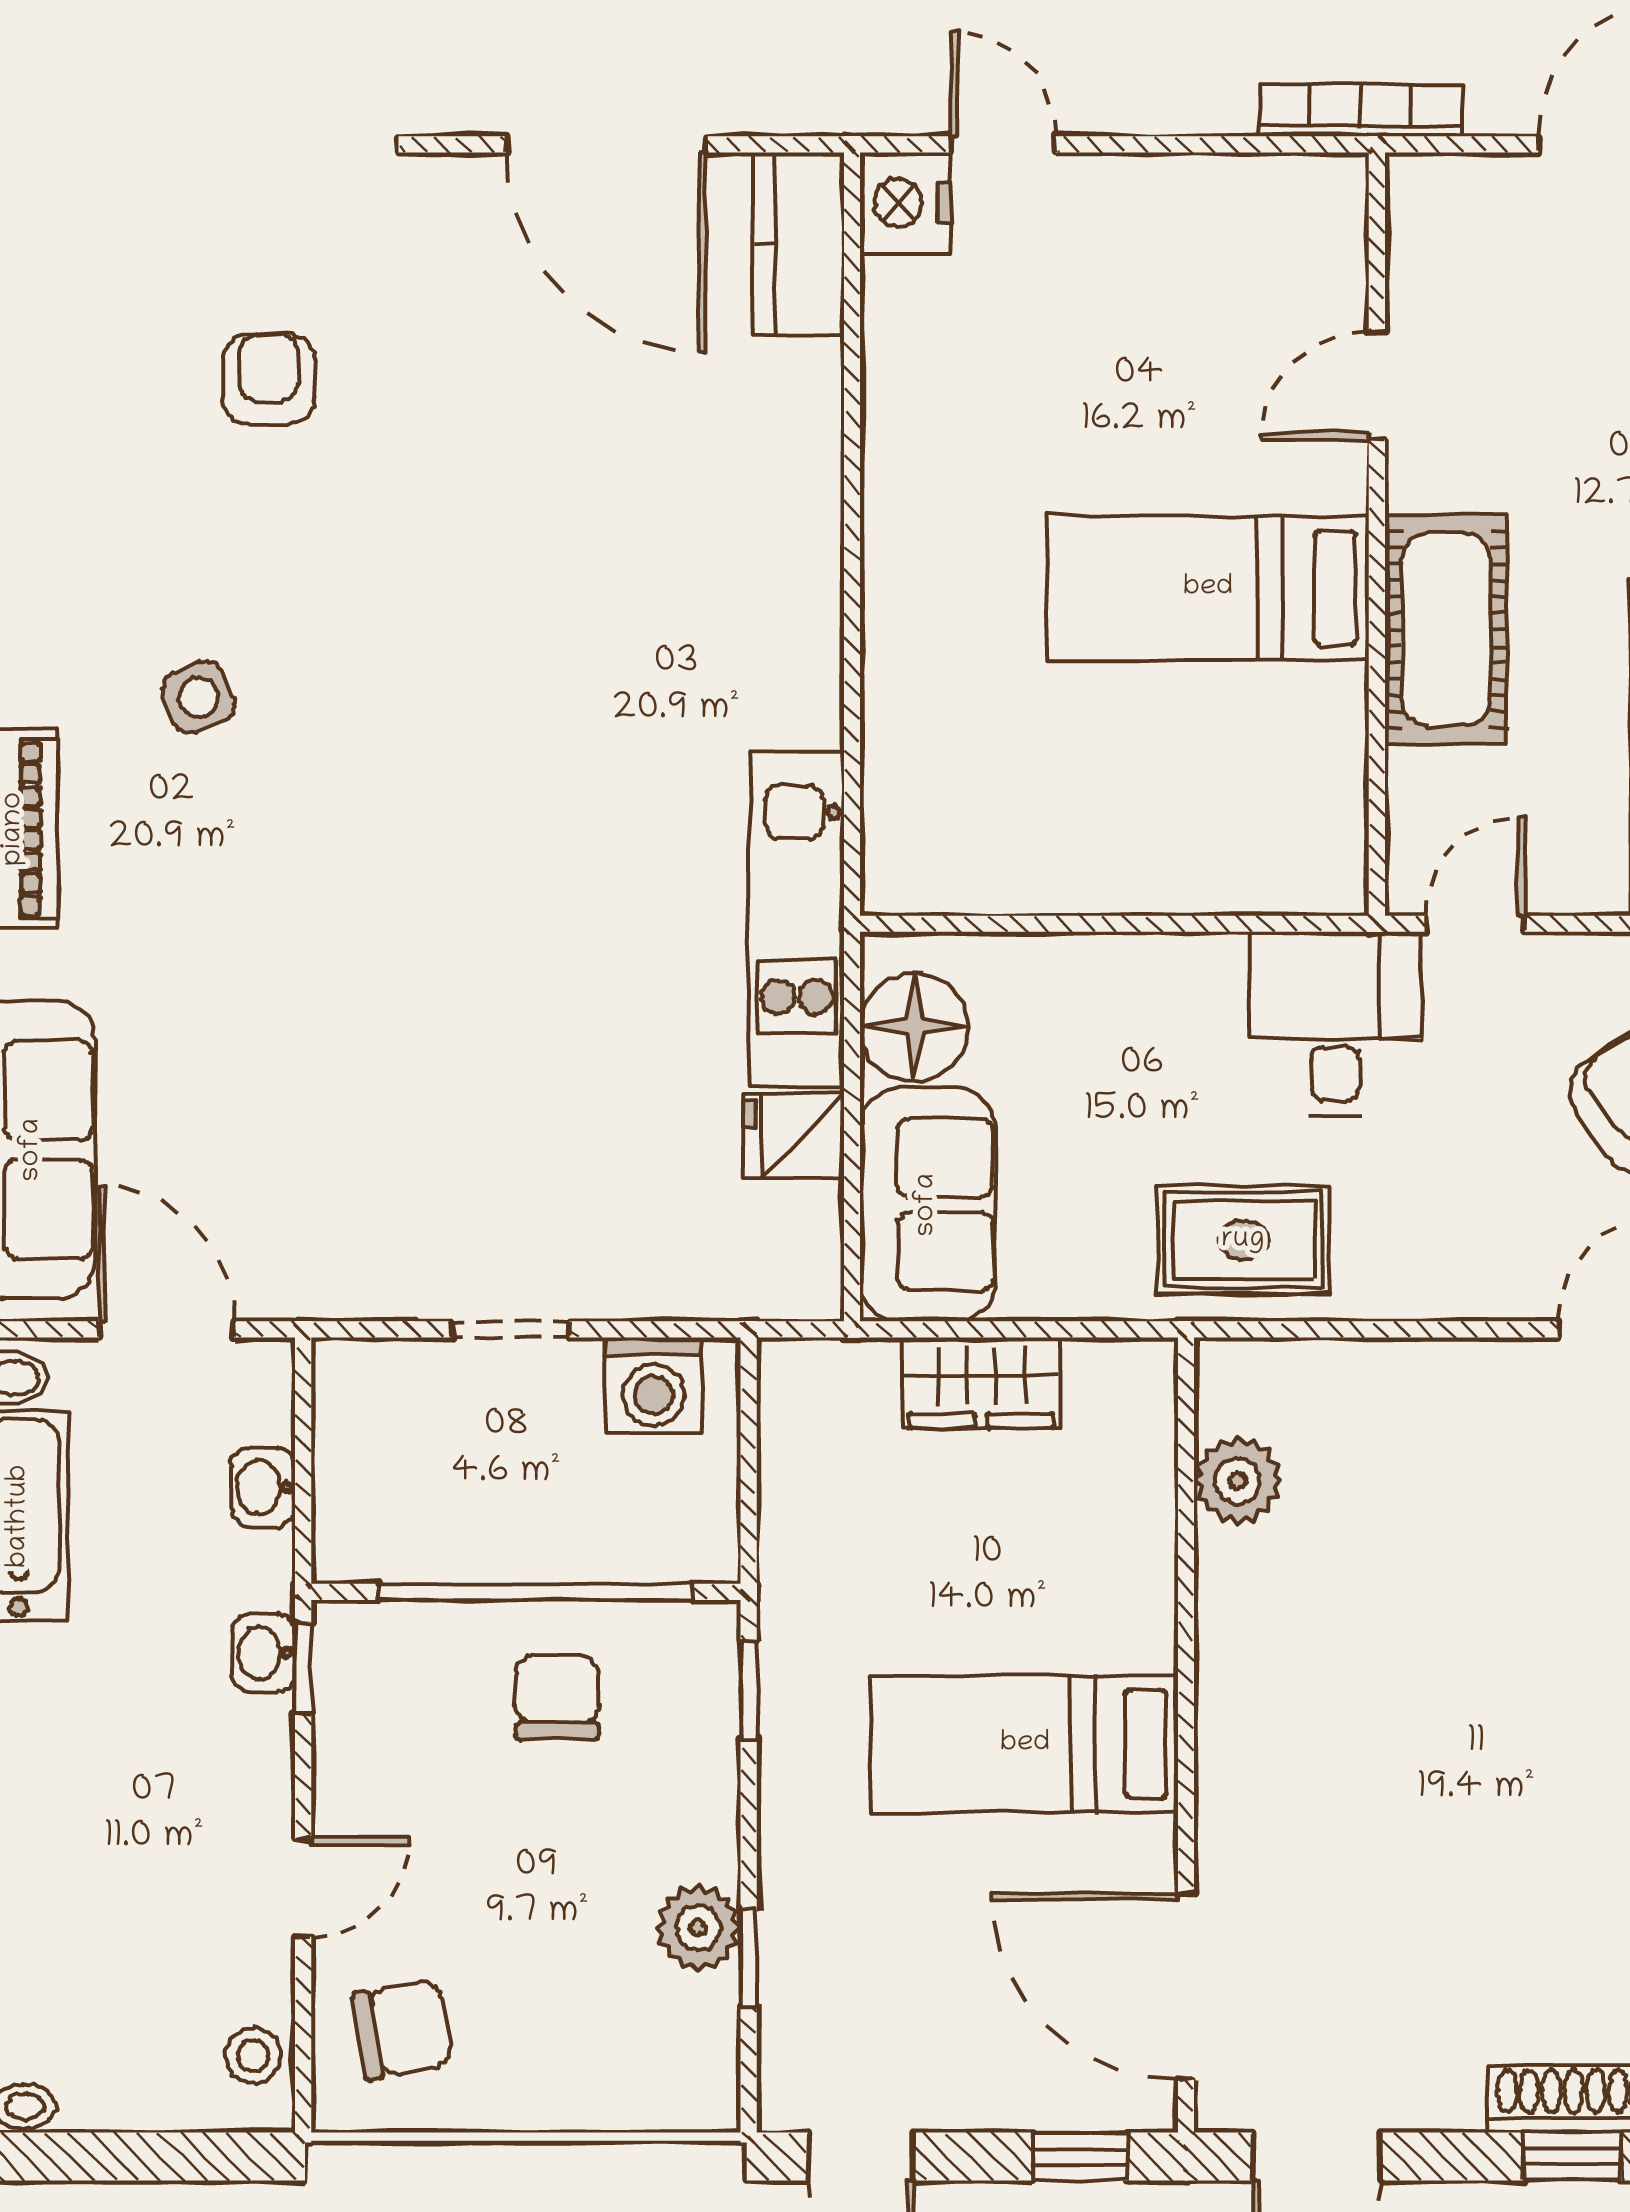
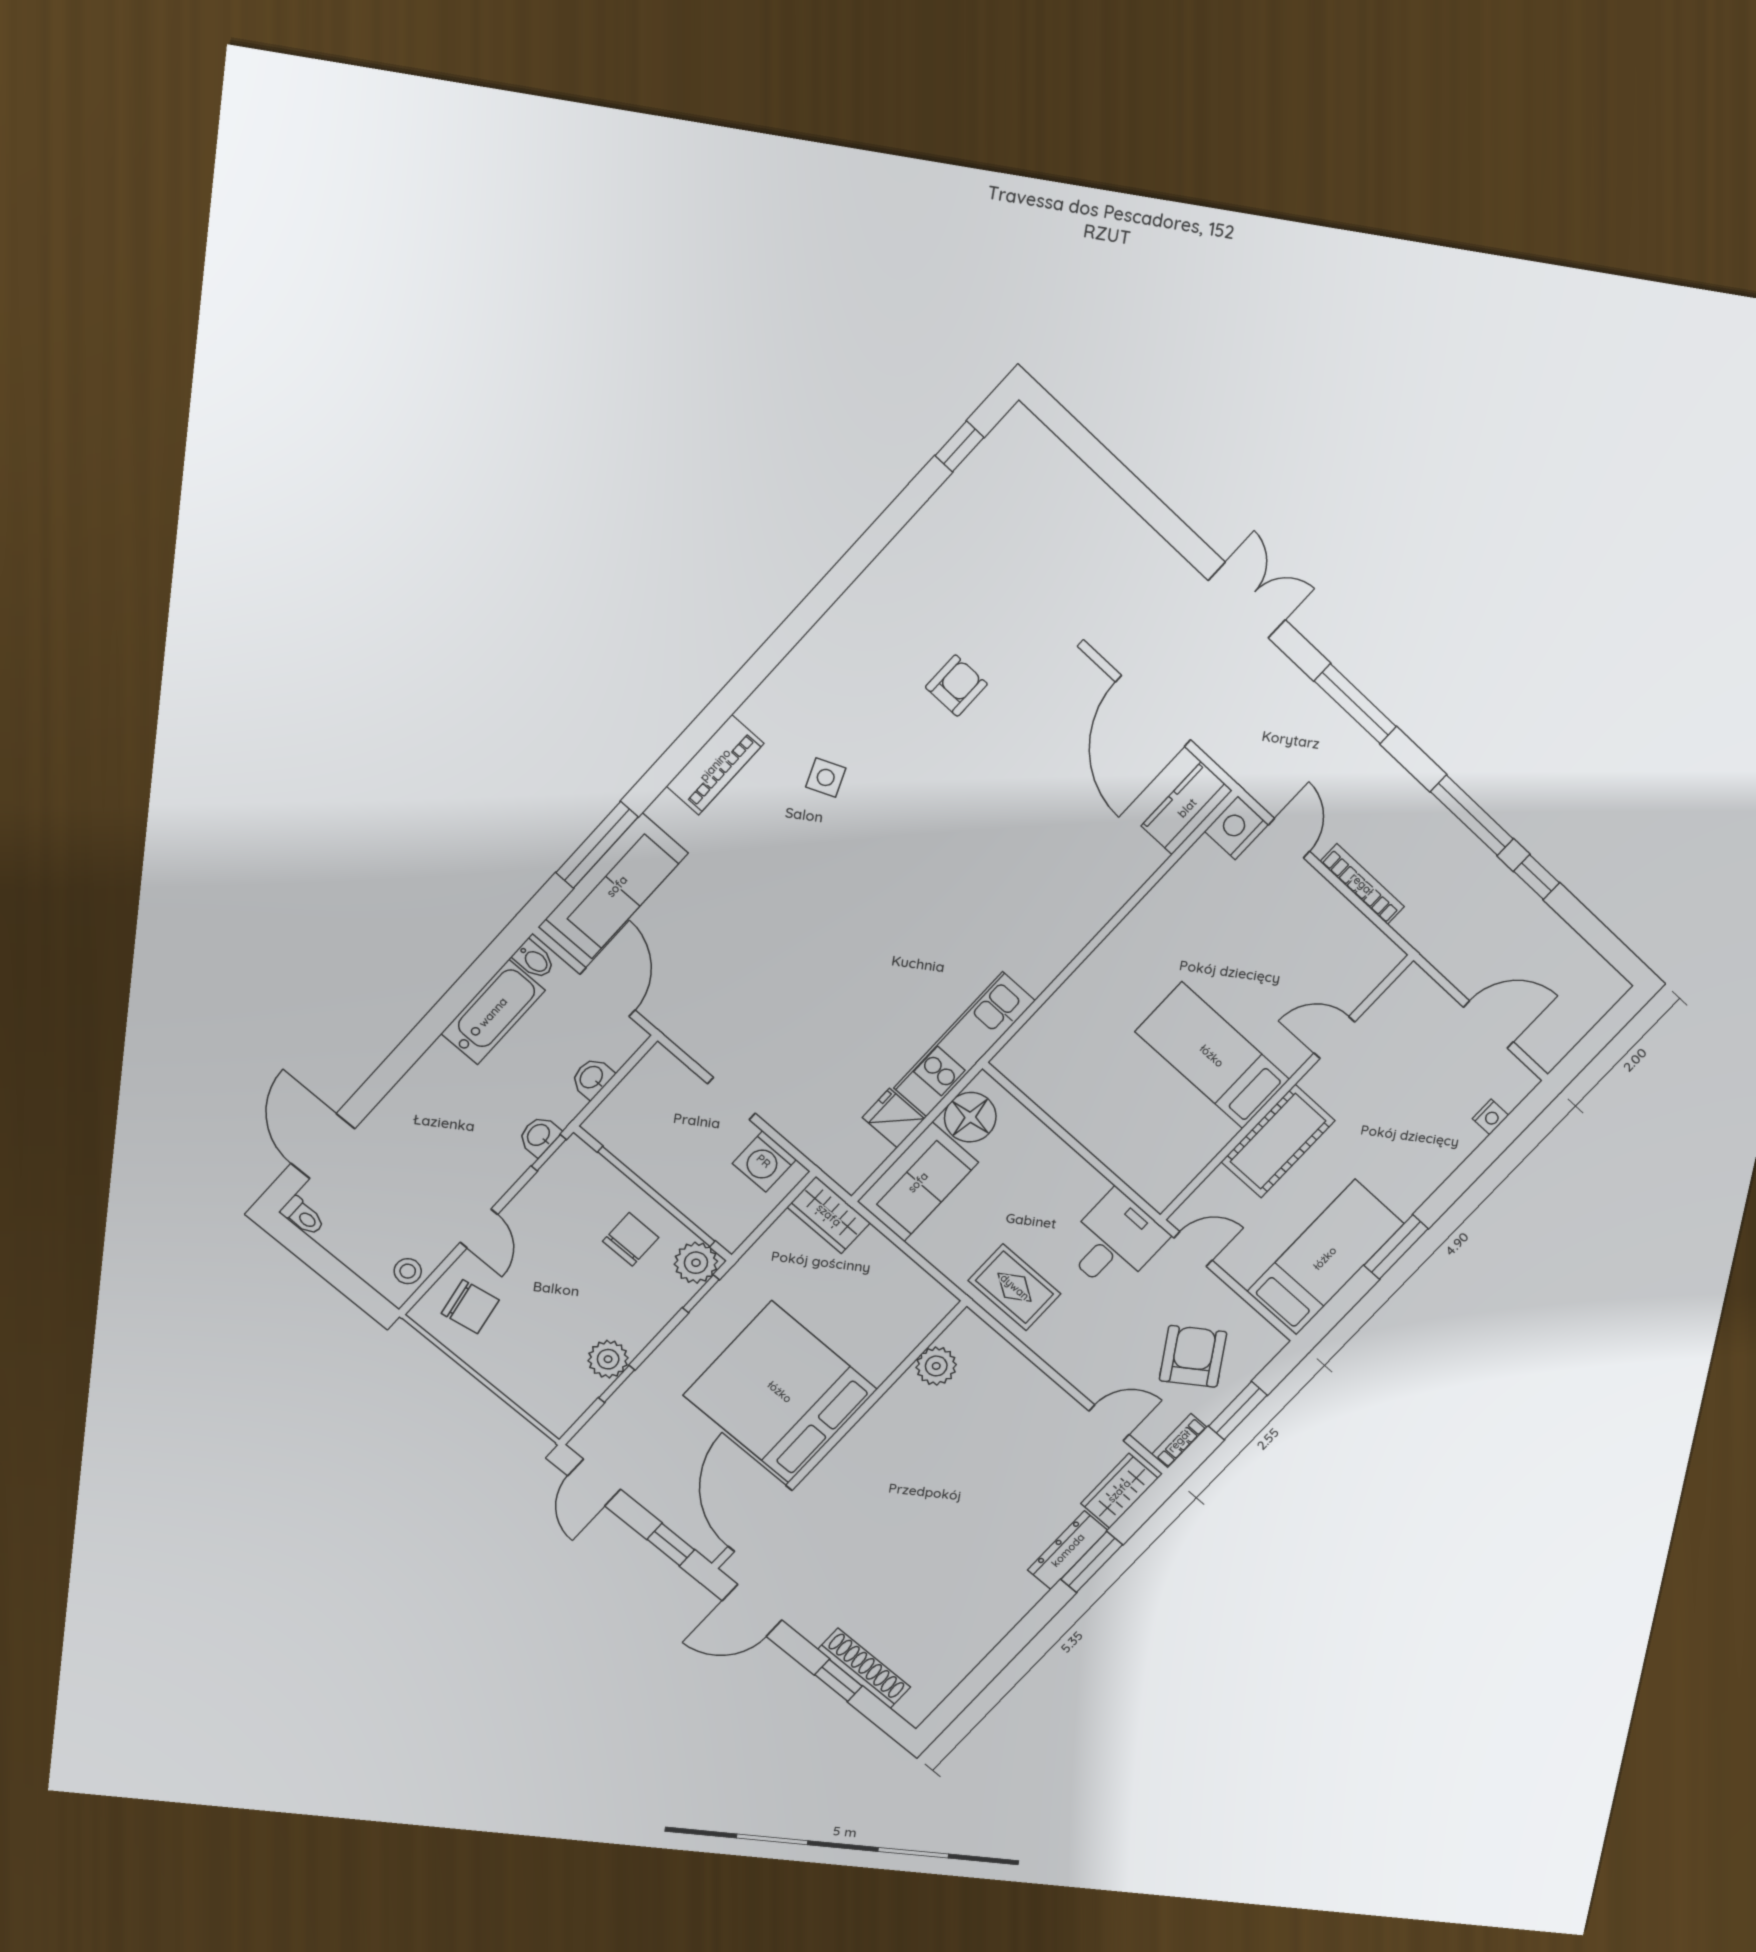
bookcase: (1361, 110) -> (1362, 884), moved
wardrobe: (981, 1383) -> (829, 1215), moved
plant: (695, 1646) -> (696, 1263), added
bed: (1025, 1744) -> (780, 1392), width x2.04
door: (303, 1888) -> (479, 1228), hinge flipped

